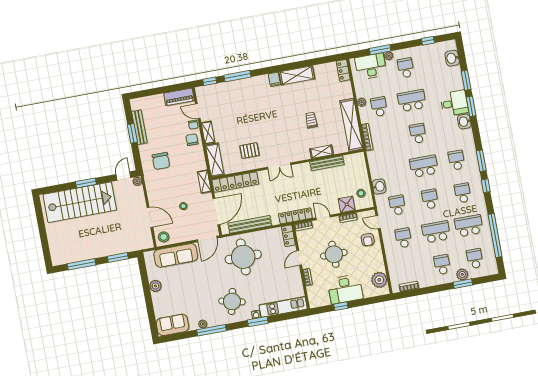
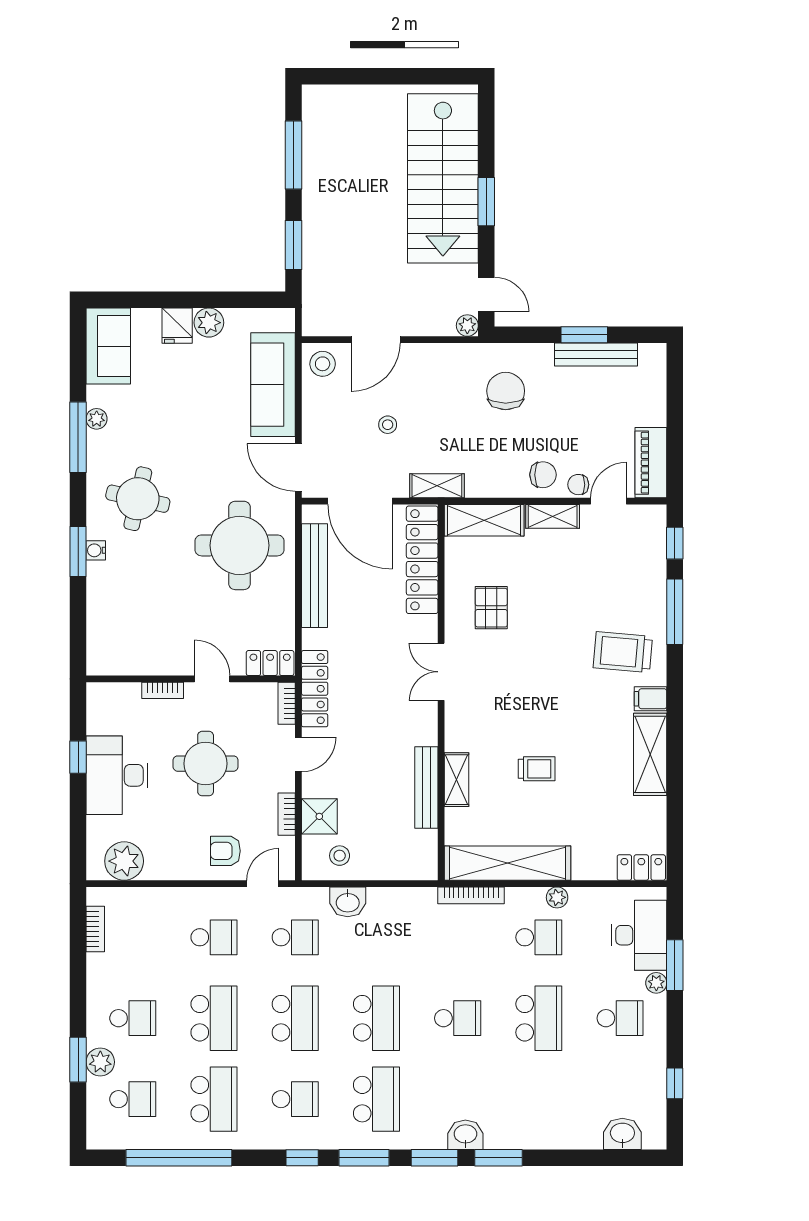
window: (466, 80) -> (435, 1158), moved
trolley: (258, 94) -> (623, 652), added
desk: (454, 103) -> (514, 1119), removed
school desk: (457, 160) -> (376, 1099), width x1.85
chair: (161, 161) -> (506, 391), turned 90
school desk: (430, 199) -> (295, 1018), width x1.85
fridge: (159, 299) -> (177, 326), added
kitchen unit: (283, 307) -> (102, 619), removed

